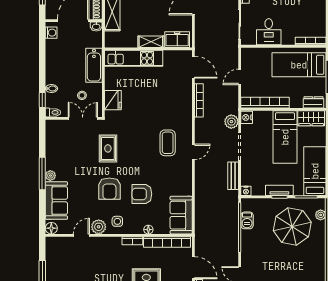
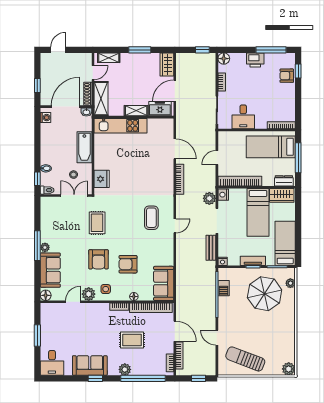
freezer: (177, 40) -> (160, 109), moved
shelving: (151, 42) -> (136, 111), moved
wall: (148, 49) -> (134, 117), moved
kitchen unit: (134, 58) -> (120, 126), moved

